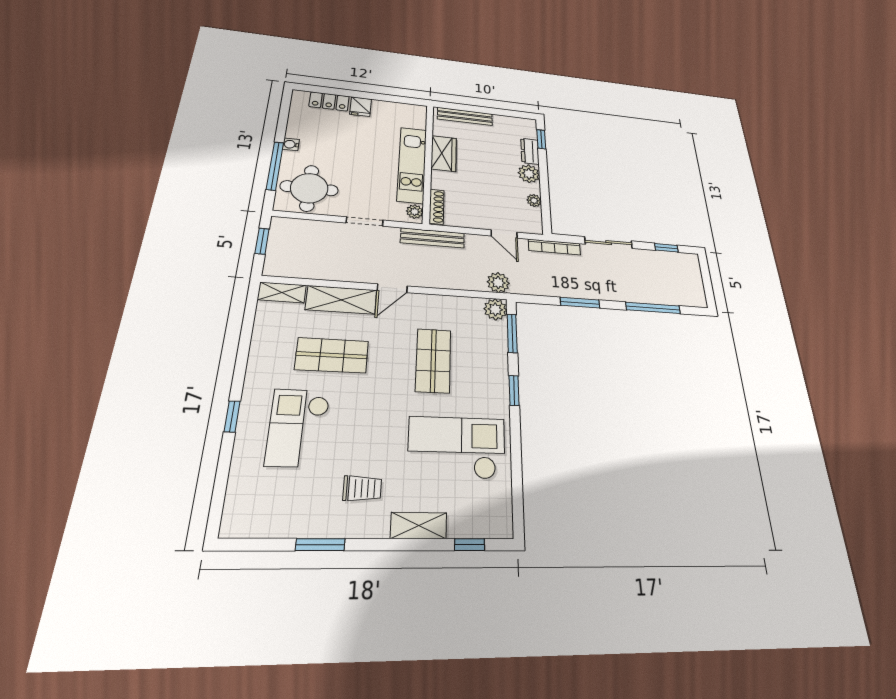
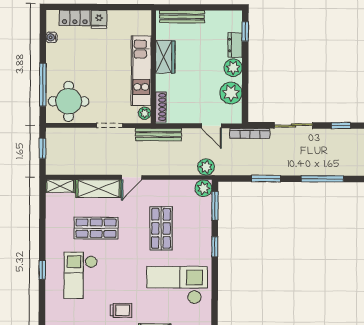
water cooler: (291, 144) -> (51, 37), moved
plant: (534, 200) -> (231, 93), width x1.88, depth x1.88

